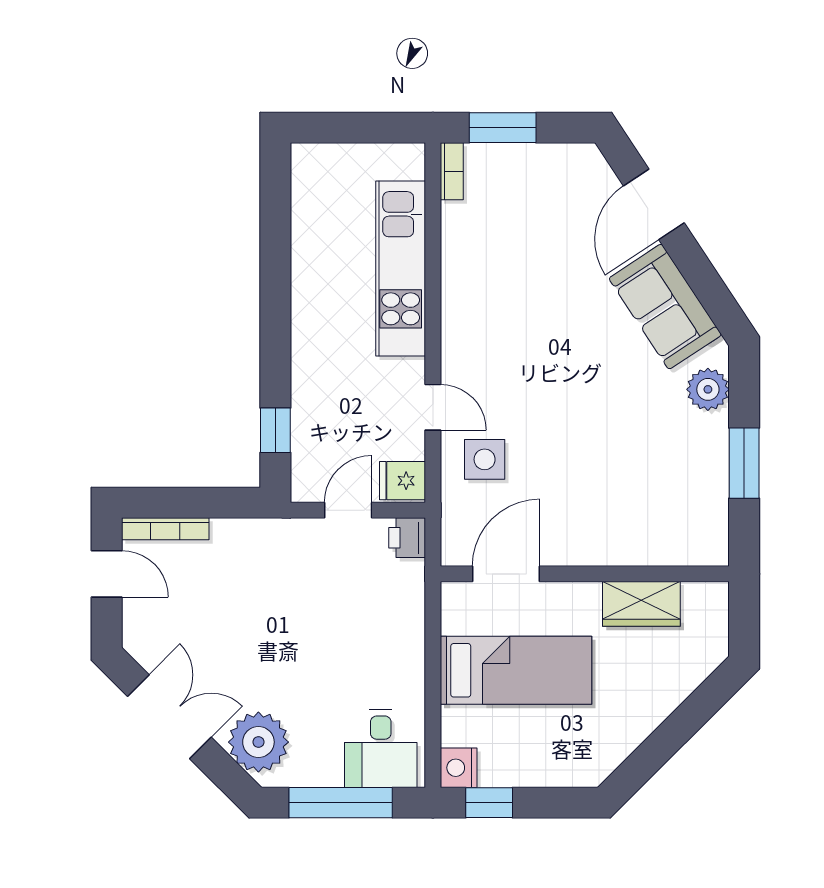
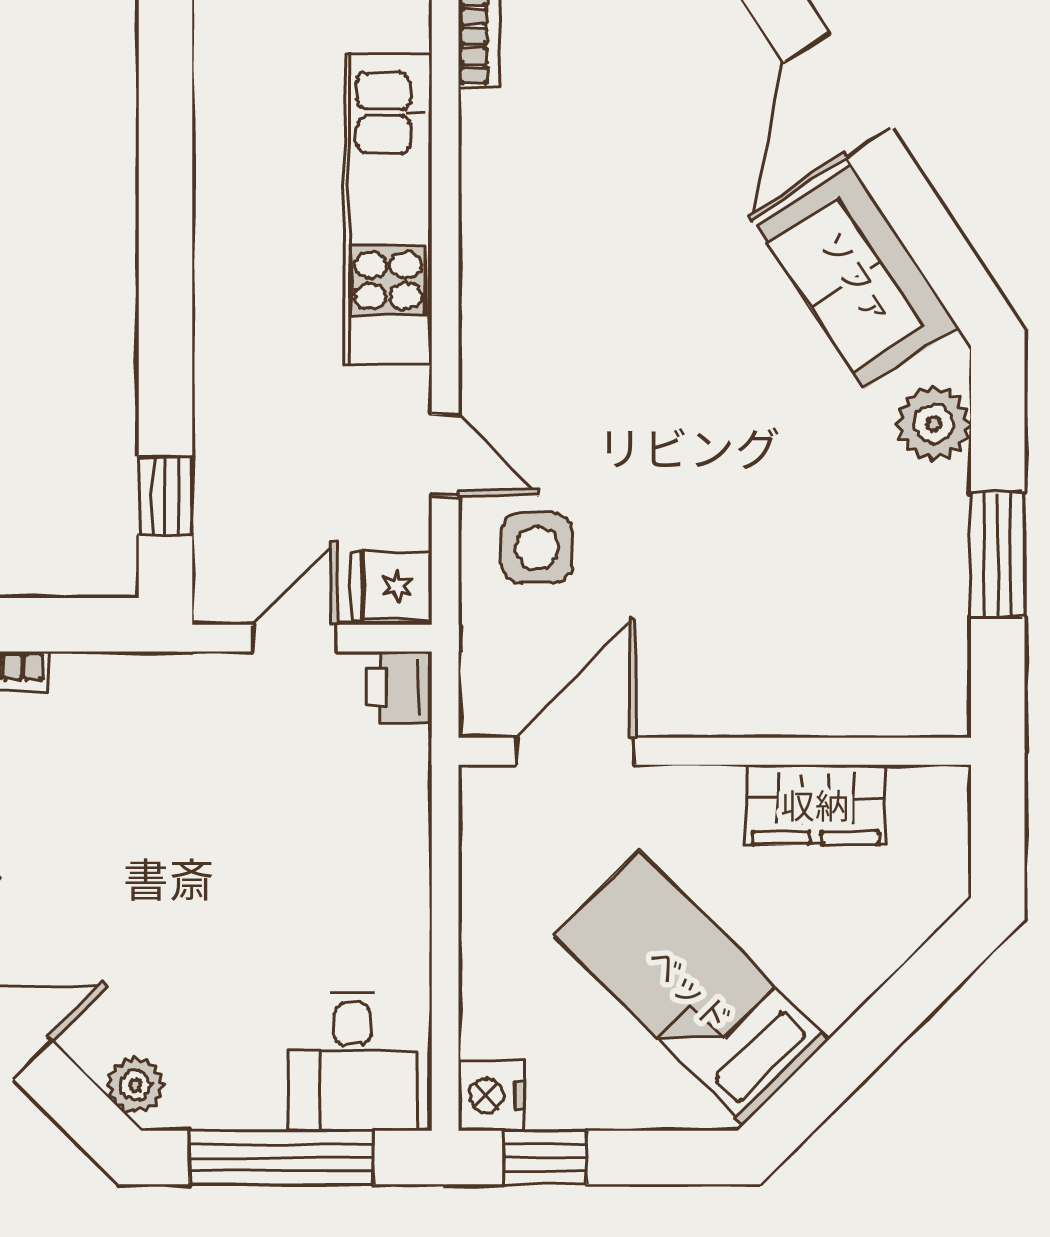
bed: (516, 670) -> (691, 988), moved, turned -135
plant: (258, 742) -> (136, 1085), width x0.53, depth x0.53

